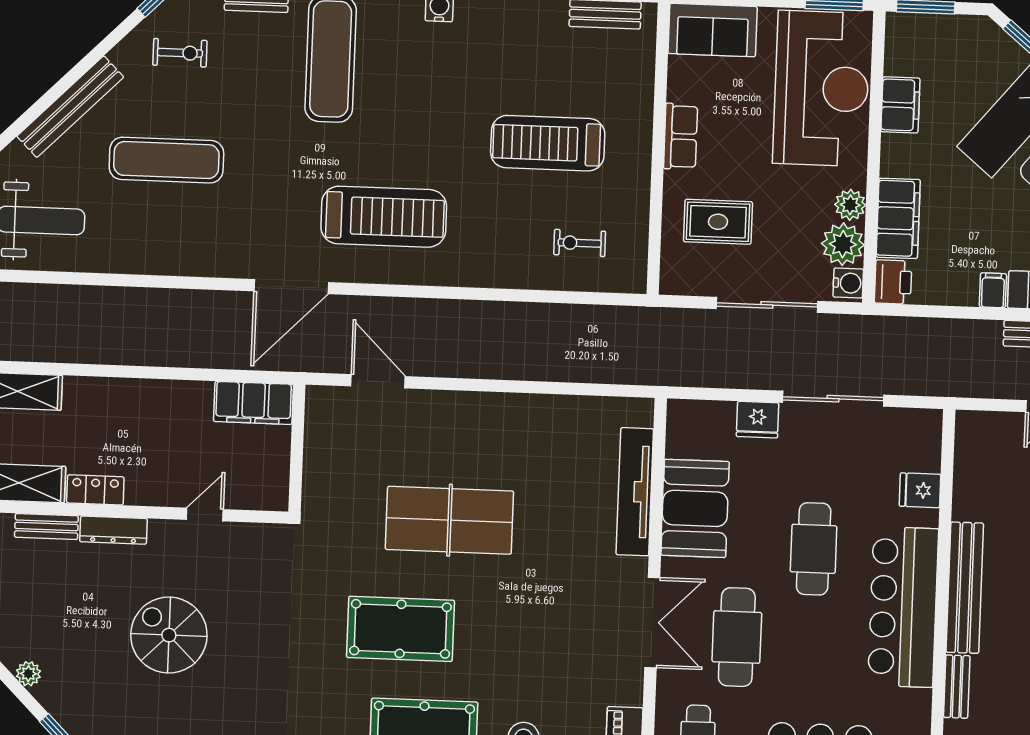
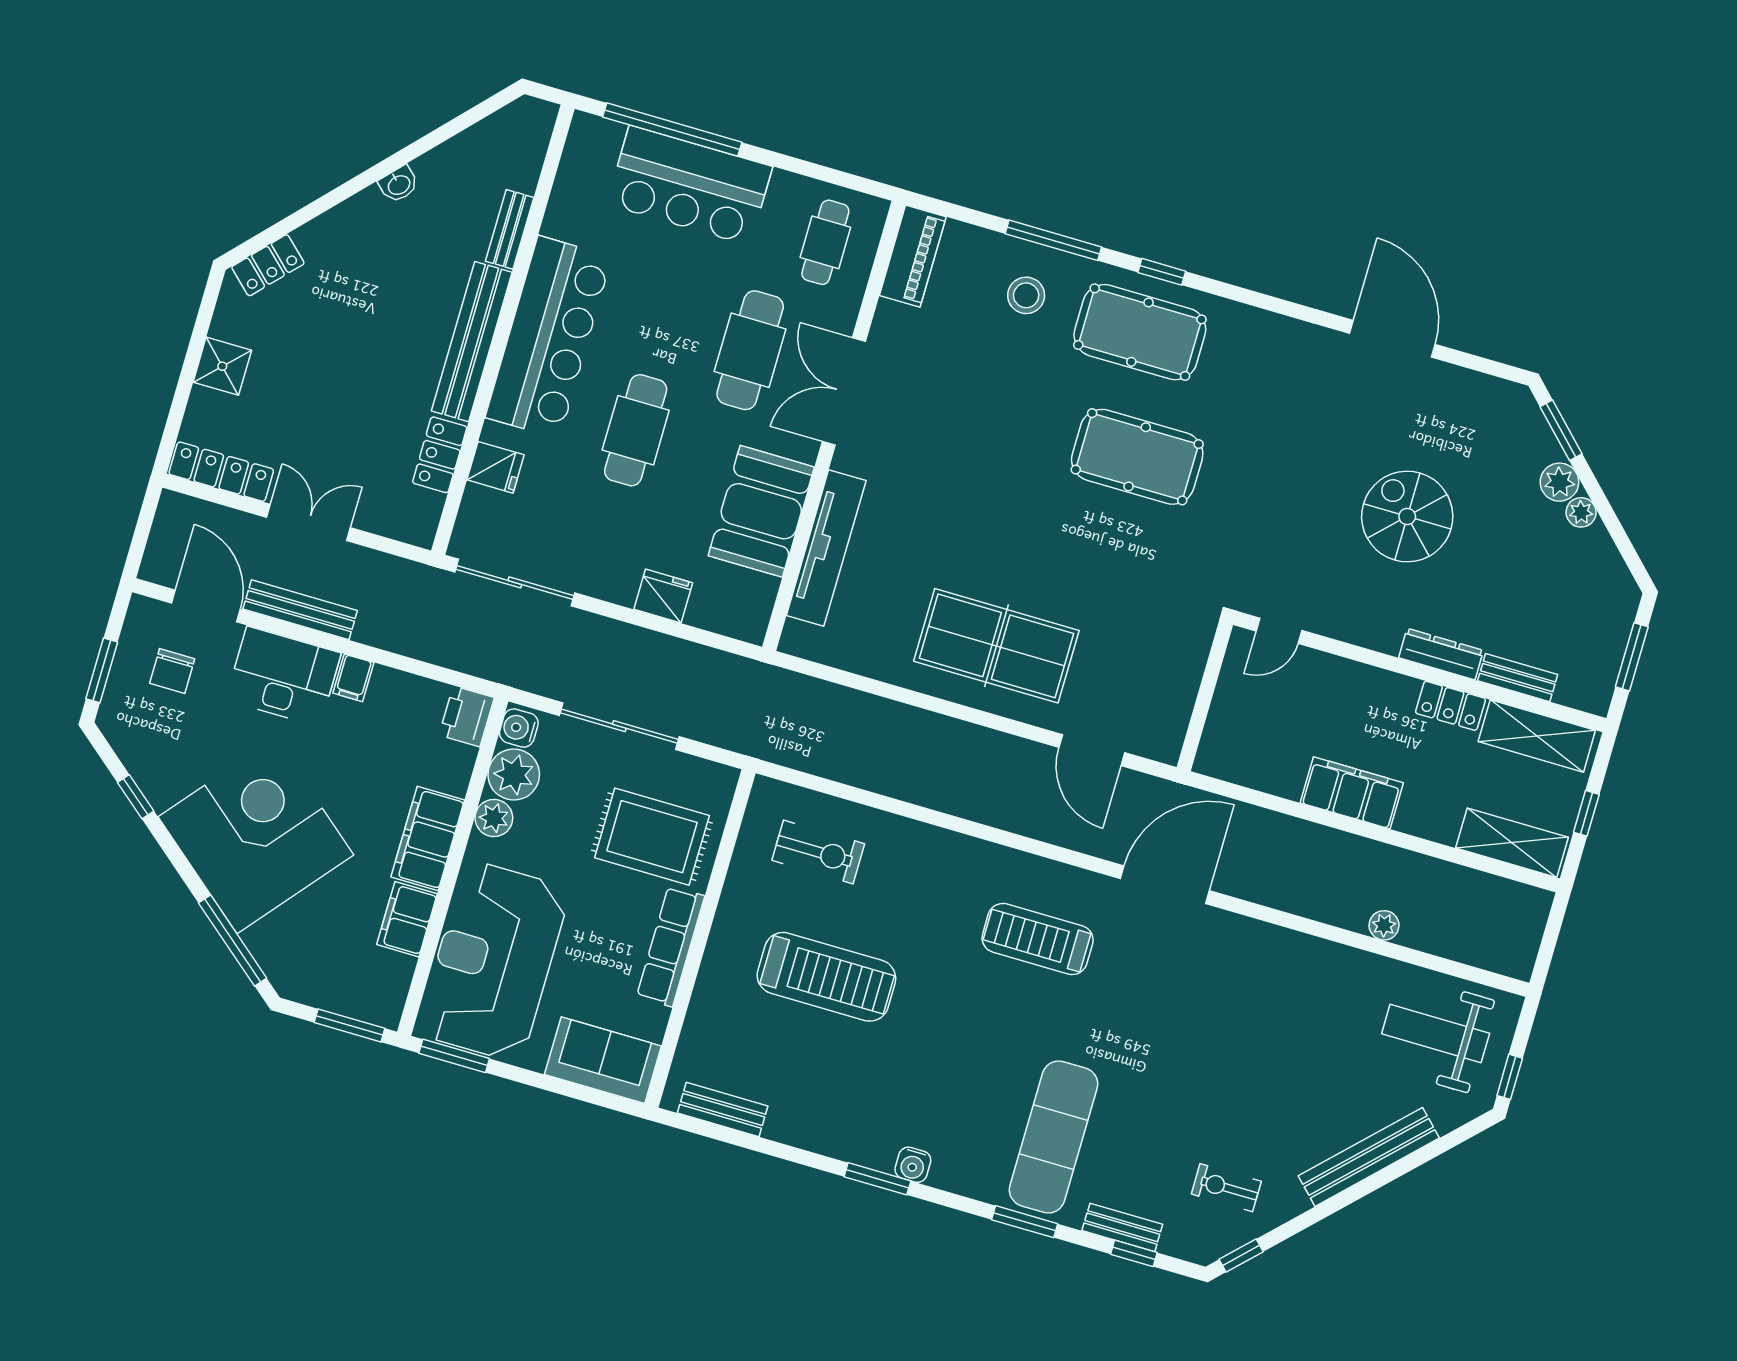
row of seats: (681, 136) -> (671, 946), width x1.48
exercise mat: (166, 160) -> (1273, 1067), removed
treadmill: (384, 217) -> (1038, 939), width x0.73, depth x0.73
filing cabinet: (898, 218) -> (428, 839), moved
rug: (718, 222) -> (652, 837), width x1.36, depth x1.43
exercise bike: (580, 243) -> (818, 852), width x1.38, depth x1.39
plant: (105, 298) -> (1384, 925), added
sliding door: (833, 399) -> (515, 582), moved
filing cabinet: (253, 403) -> (1352, 793), moved
locker: (968, 489) -> (440, 455), added
door: (205, 514) -> (1279, 631), moved
table tennis table: (449, 520) -> (996, 646), moved
spiral stairs: (169, 635) -> (1407, 516), turned 180
plant: (52, 694) -> (1559, 482), added

